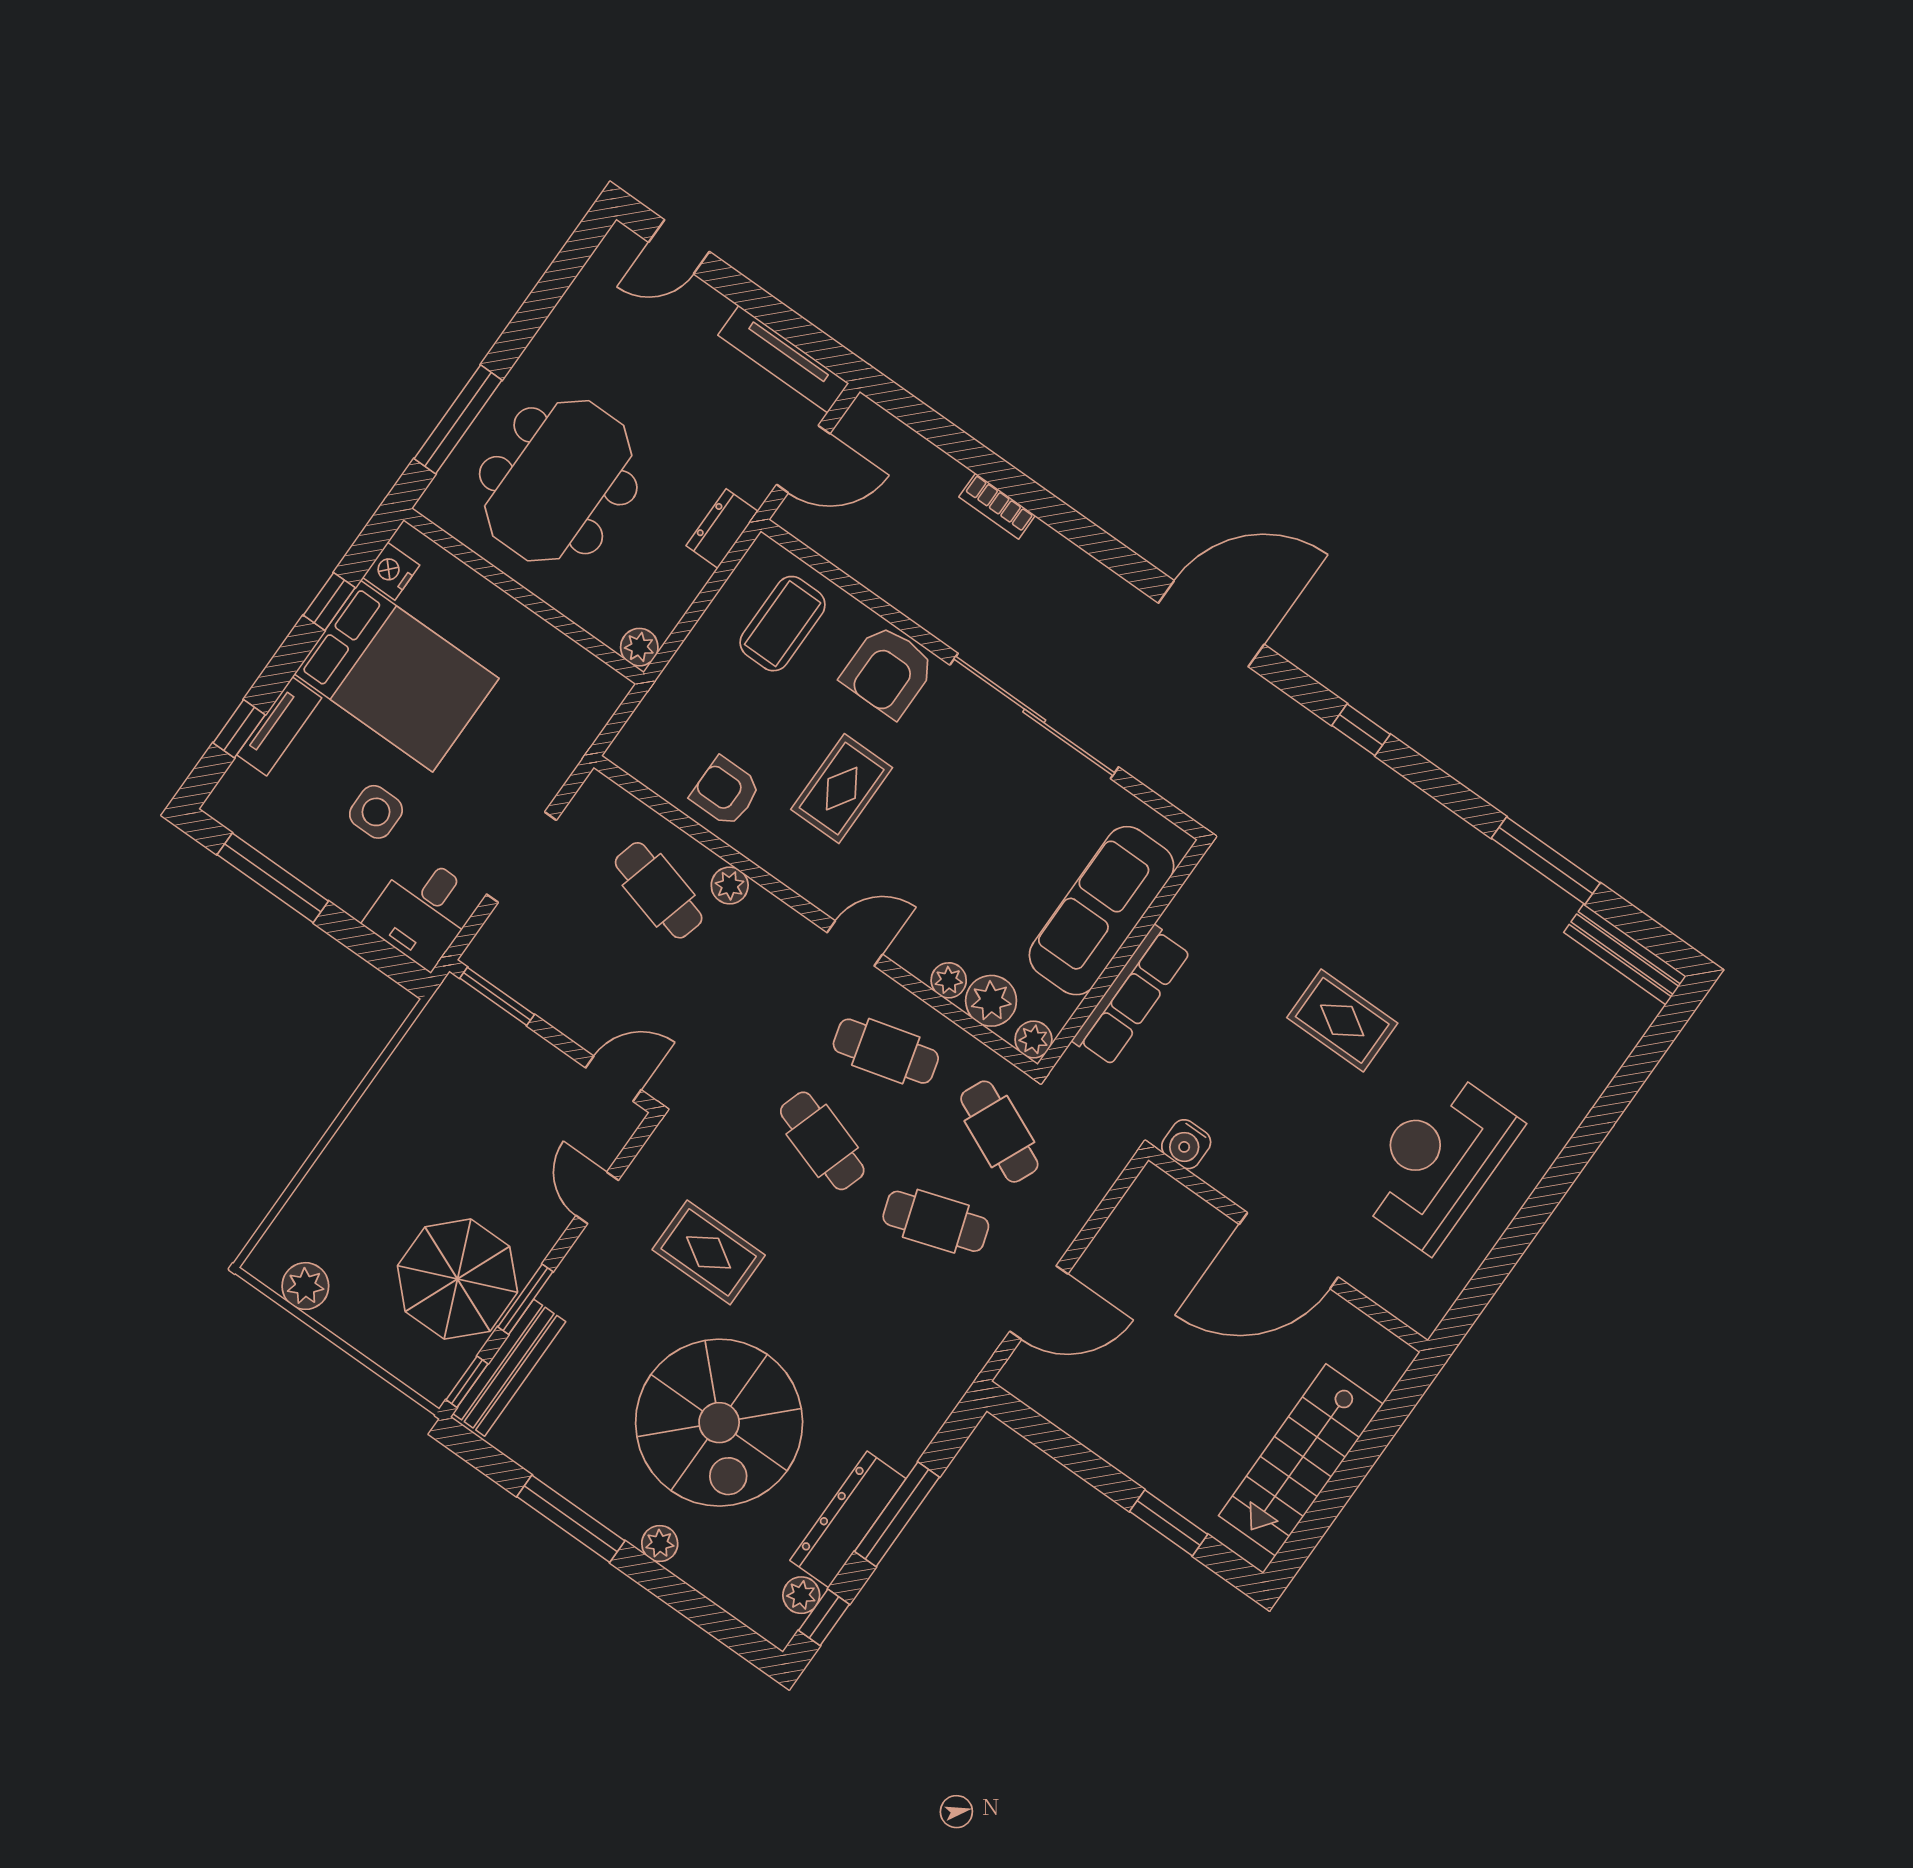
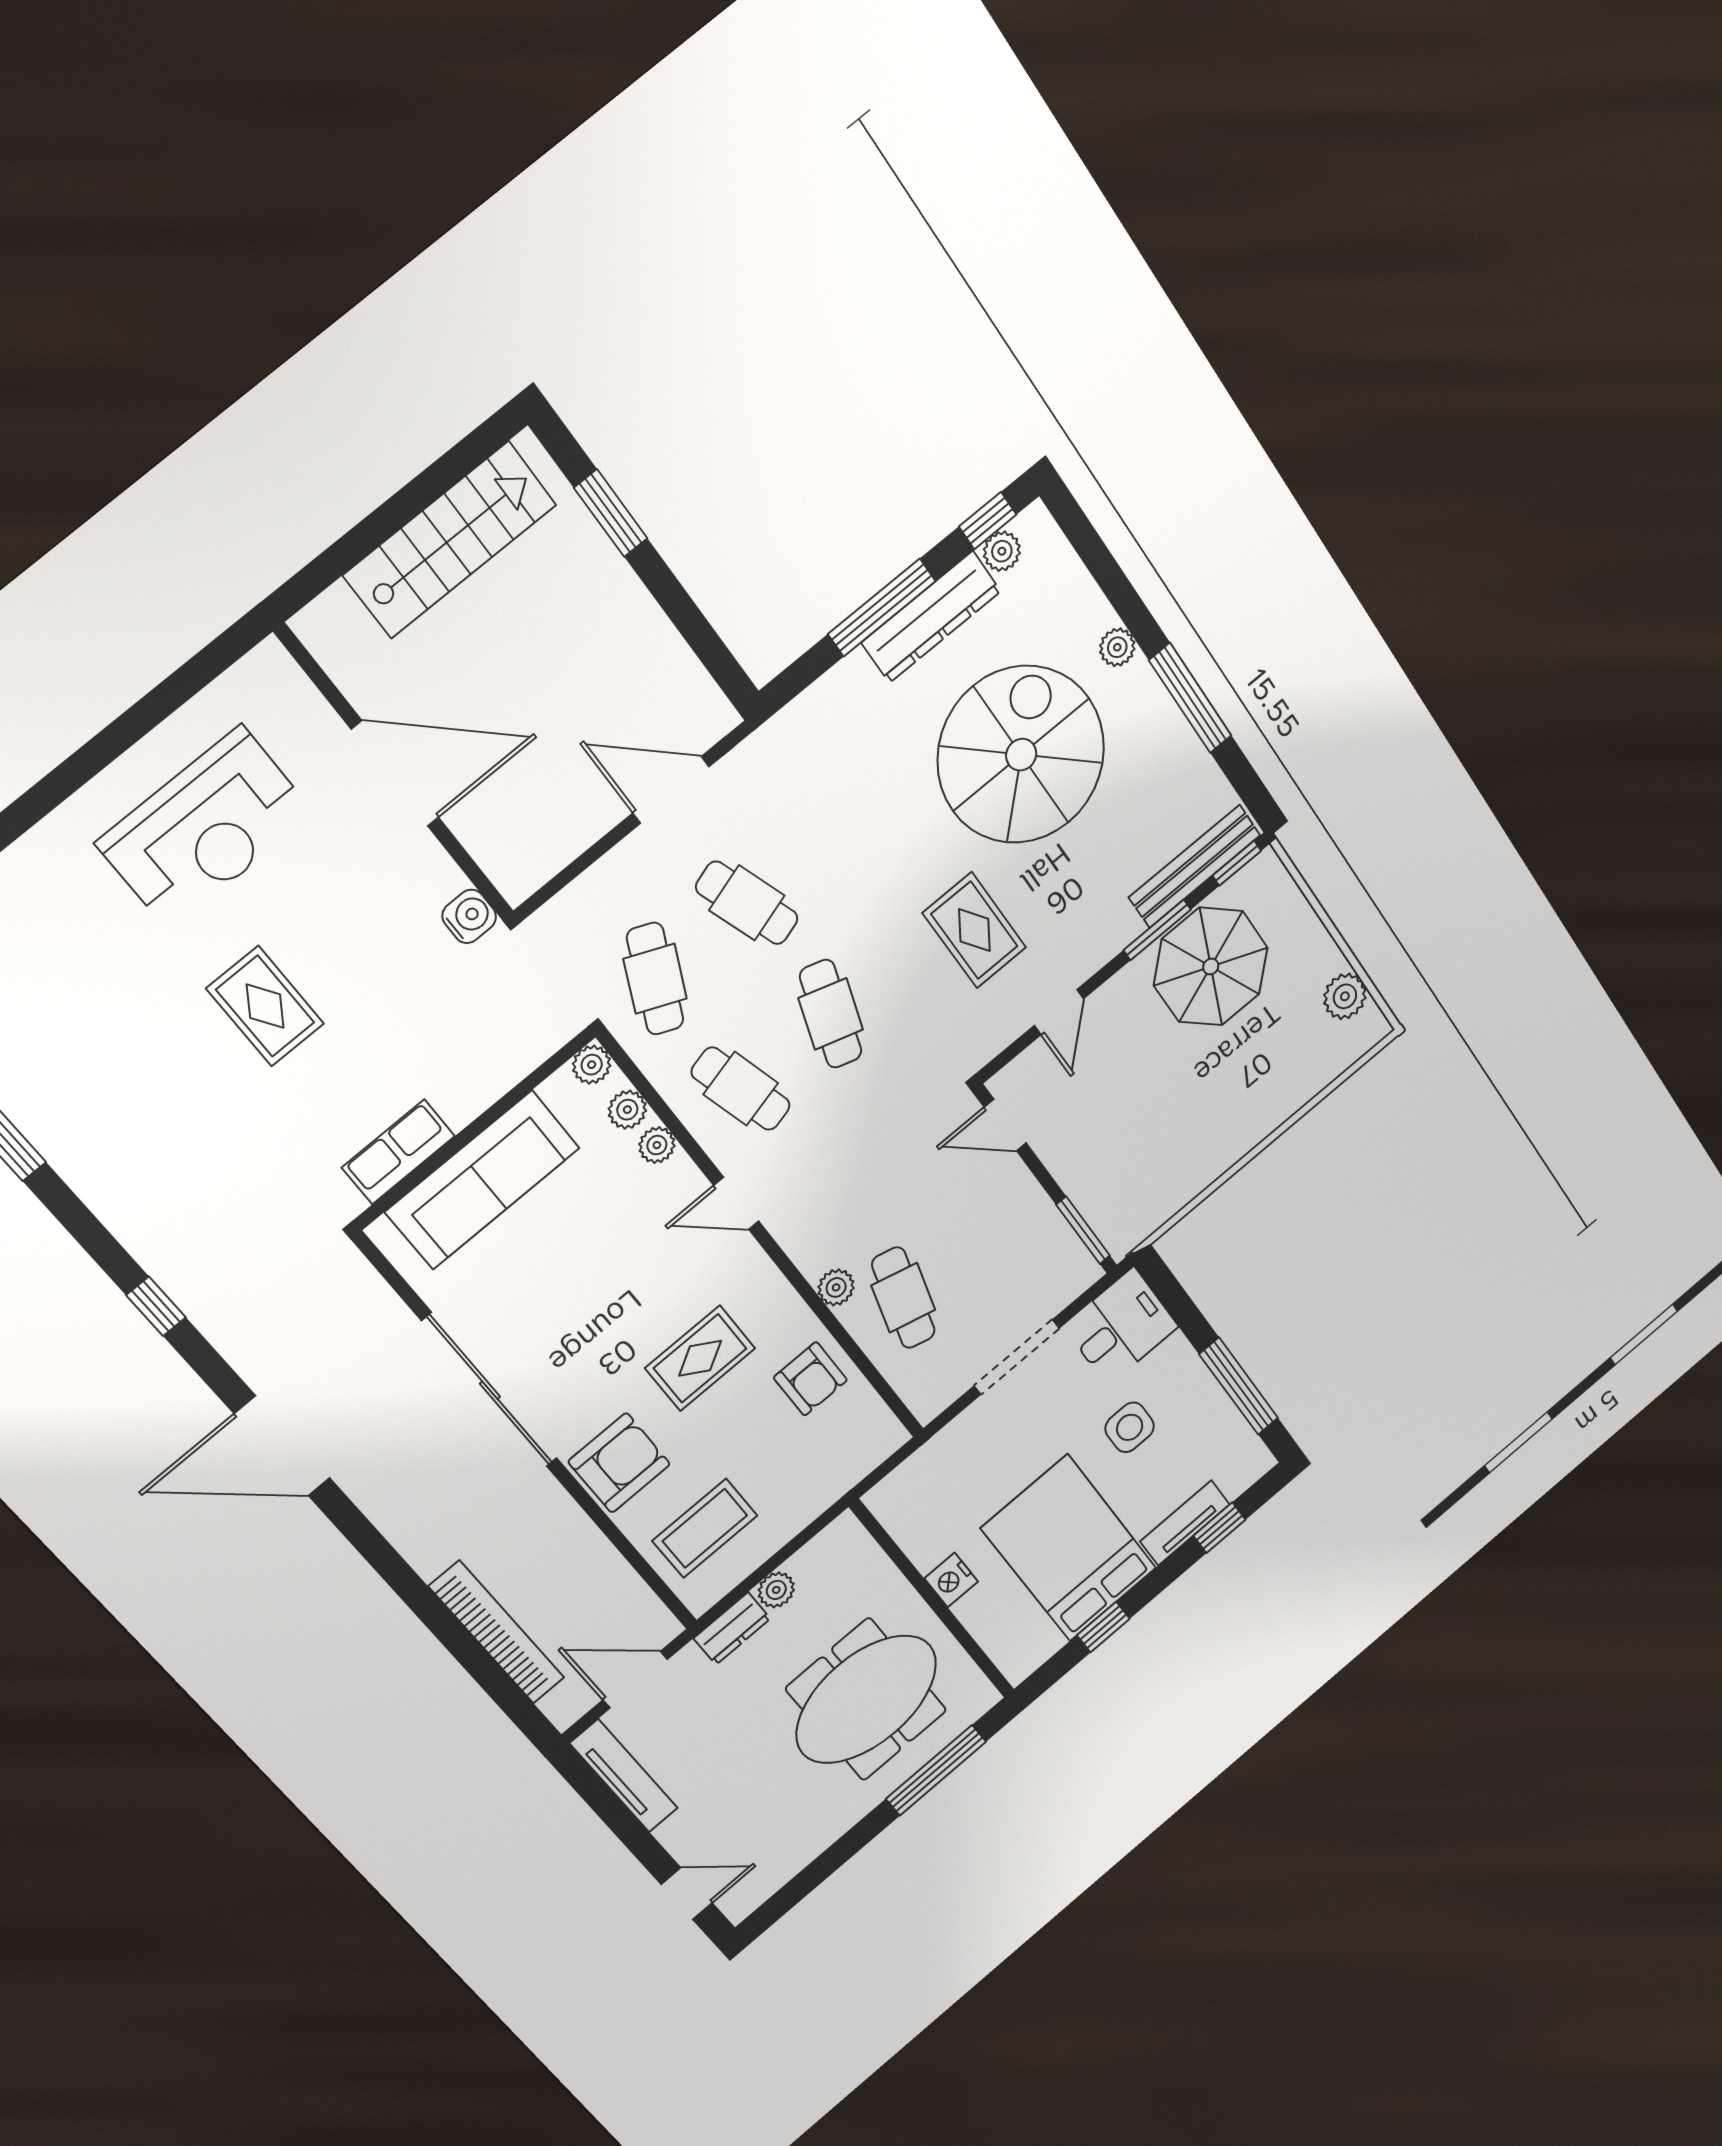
bookcase: (997, 506) -> (497, 1632), width x2.31, depth x1.31
nightstand: (391, 571) -> (951, 1580), moved, turned 90
plant: (639, 647) -> (776, 1590), moved
row of seats: (1131, 996) -> (398, 1152), moved, width x0.68
plant: (991, 1001) -> (627, 1110), width x0.73, depth x0.73

